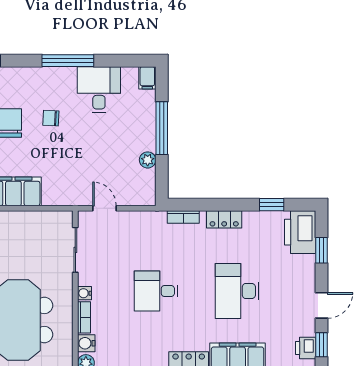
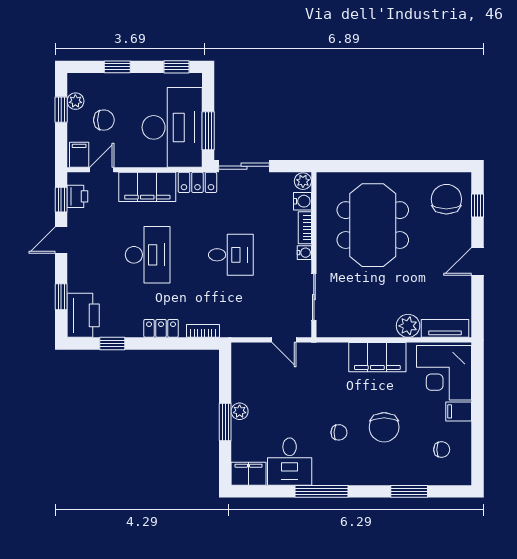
filing cabinet: (147, 78) -> (249, 474), width x2.00
window: (162, 128) -> (225, 422), width x0.69
plant: (148, 160) -> (240, 411), moved

